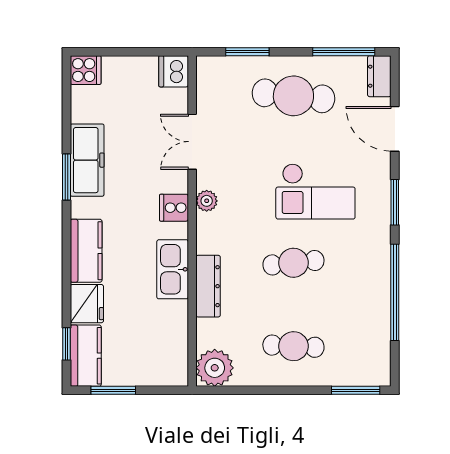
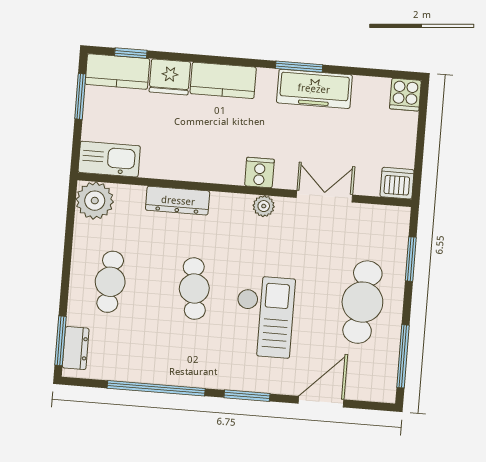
dresser: (379, 76) -> (76, 348), moved, turned 90
checkout: (315, 191) -> (264, 317), turned 180
kitchen sink: (173, 269) -> (109, 159), moved

